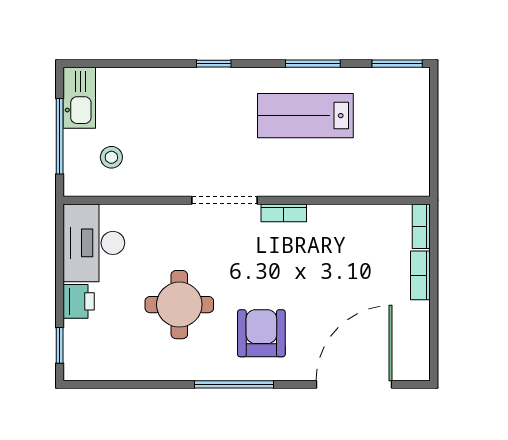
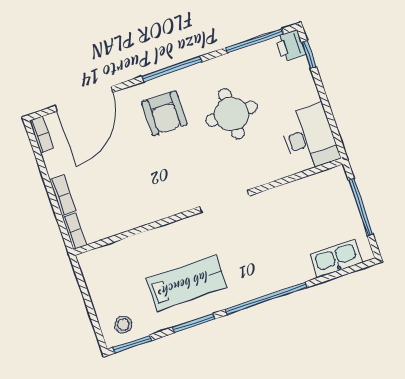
window: (214, 64) -> (266, 298), width x3.17
kitchen sink: (79, 98) -> (336, 259), moved, turned 90
stool: (111, 157) -> (123, 325), moved
bookcase: (284, 213) -> (41, 135), moved, turned 90
printer: (79, 301) -> (290, 45), moved
window: (120, 384) -> (255, 41), added

